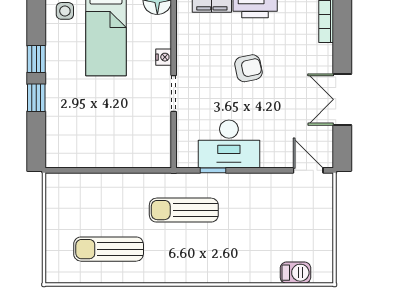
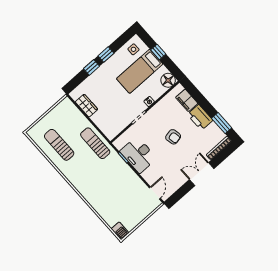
double door: (342, 99) -> (202, 174), moved
wardrobe: (86, 156) -> (87, 106), added
sun lounger: (184, 210) -> (95, 143), moved
barbecue: (295, 273) -> (120, 231), moved

